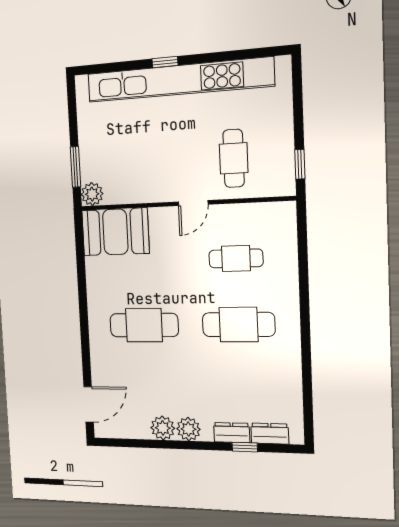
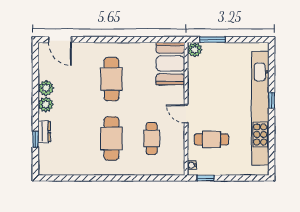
water cooler: (278, 189) -> (192, 165), added
dresser: (270, 434) -> (44, 155), removed

